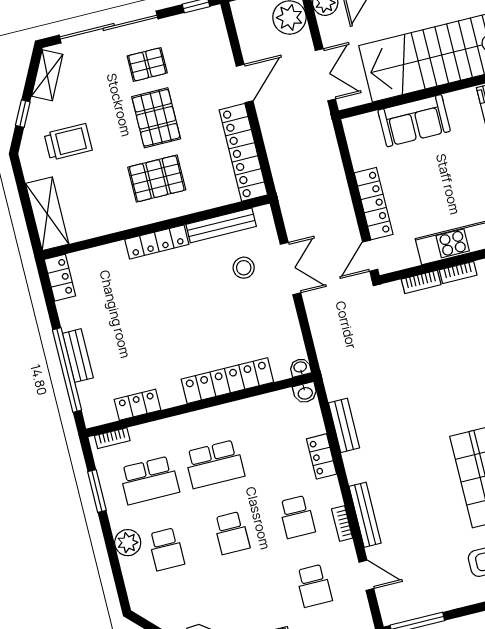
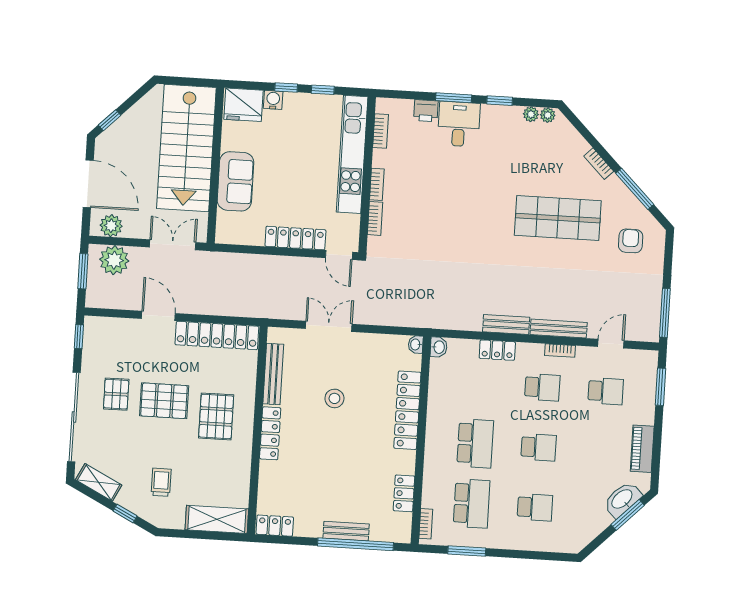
trolley: (68, 142) -> (161, 482), width x0.73, depth x0.72
stool: (244, 268) -> (334, 398), moved
bench: (344, 425) -> (506, 324), moved
plant: (128, 543) -> (519, 539), removed

